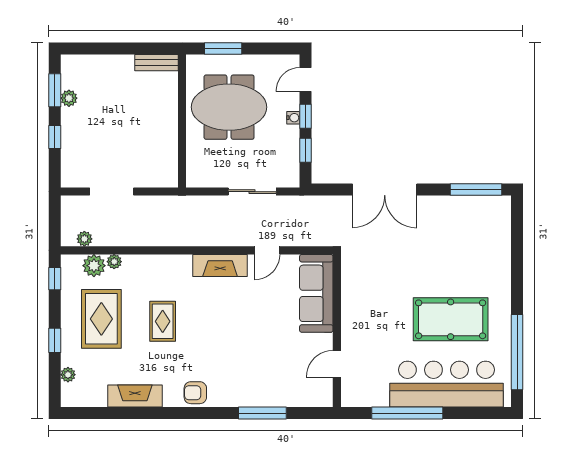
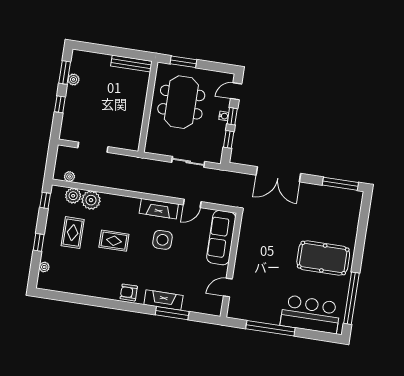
bench: (157, 63) -> (131, 64), width x1.36
meeting table: (229, 107) -> (181, 102), turned 90
plant: (114, 262) -> (91, 200), width x1.87, depth x1.87
side table: (232, 309) -> (162, 240), added
rug: (101, 319) -> (73, 233), width x0.73, depth x0.70
pool table: (451, 319) -> (323, 258), moved
rug: (163, 321) -> (114, 241), turned 90
bar counter: (446, 384) -> (310, 314), width x0.73
fireplace: (135, 396) -> (163, 300), moved

